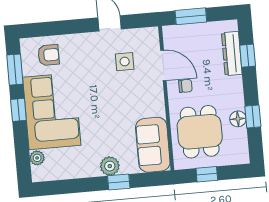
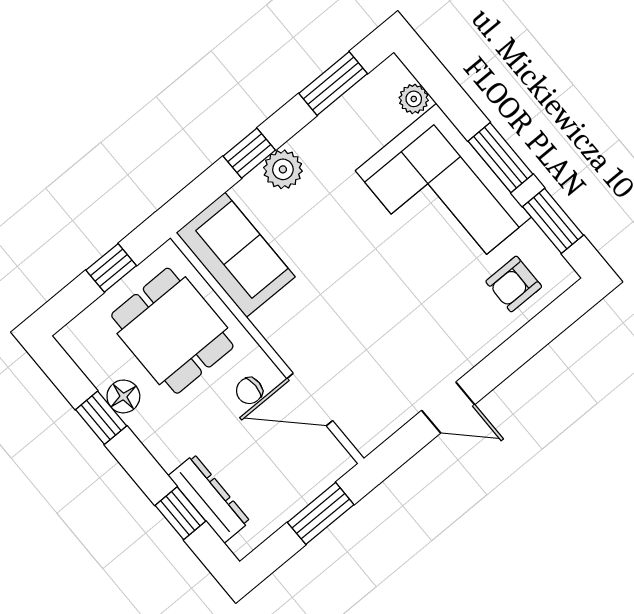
side table: (125, 62) -> (379, 361), removed
window: (18, 110) -> (500, 158), width x1.50
window: (65, 187) -> (333, 84), added

